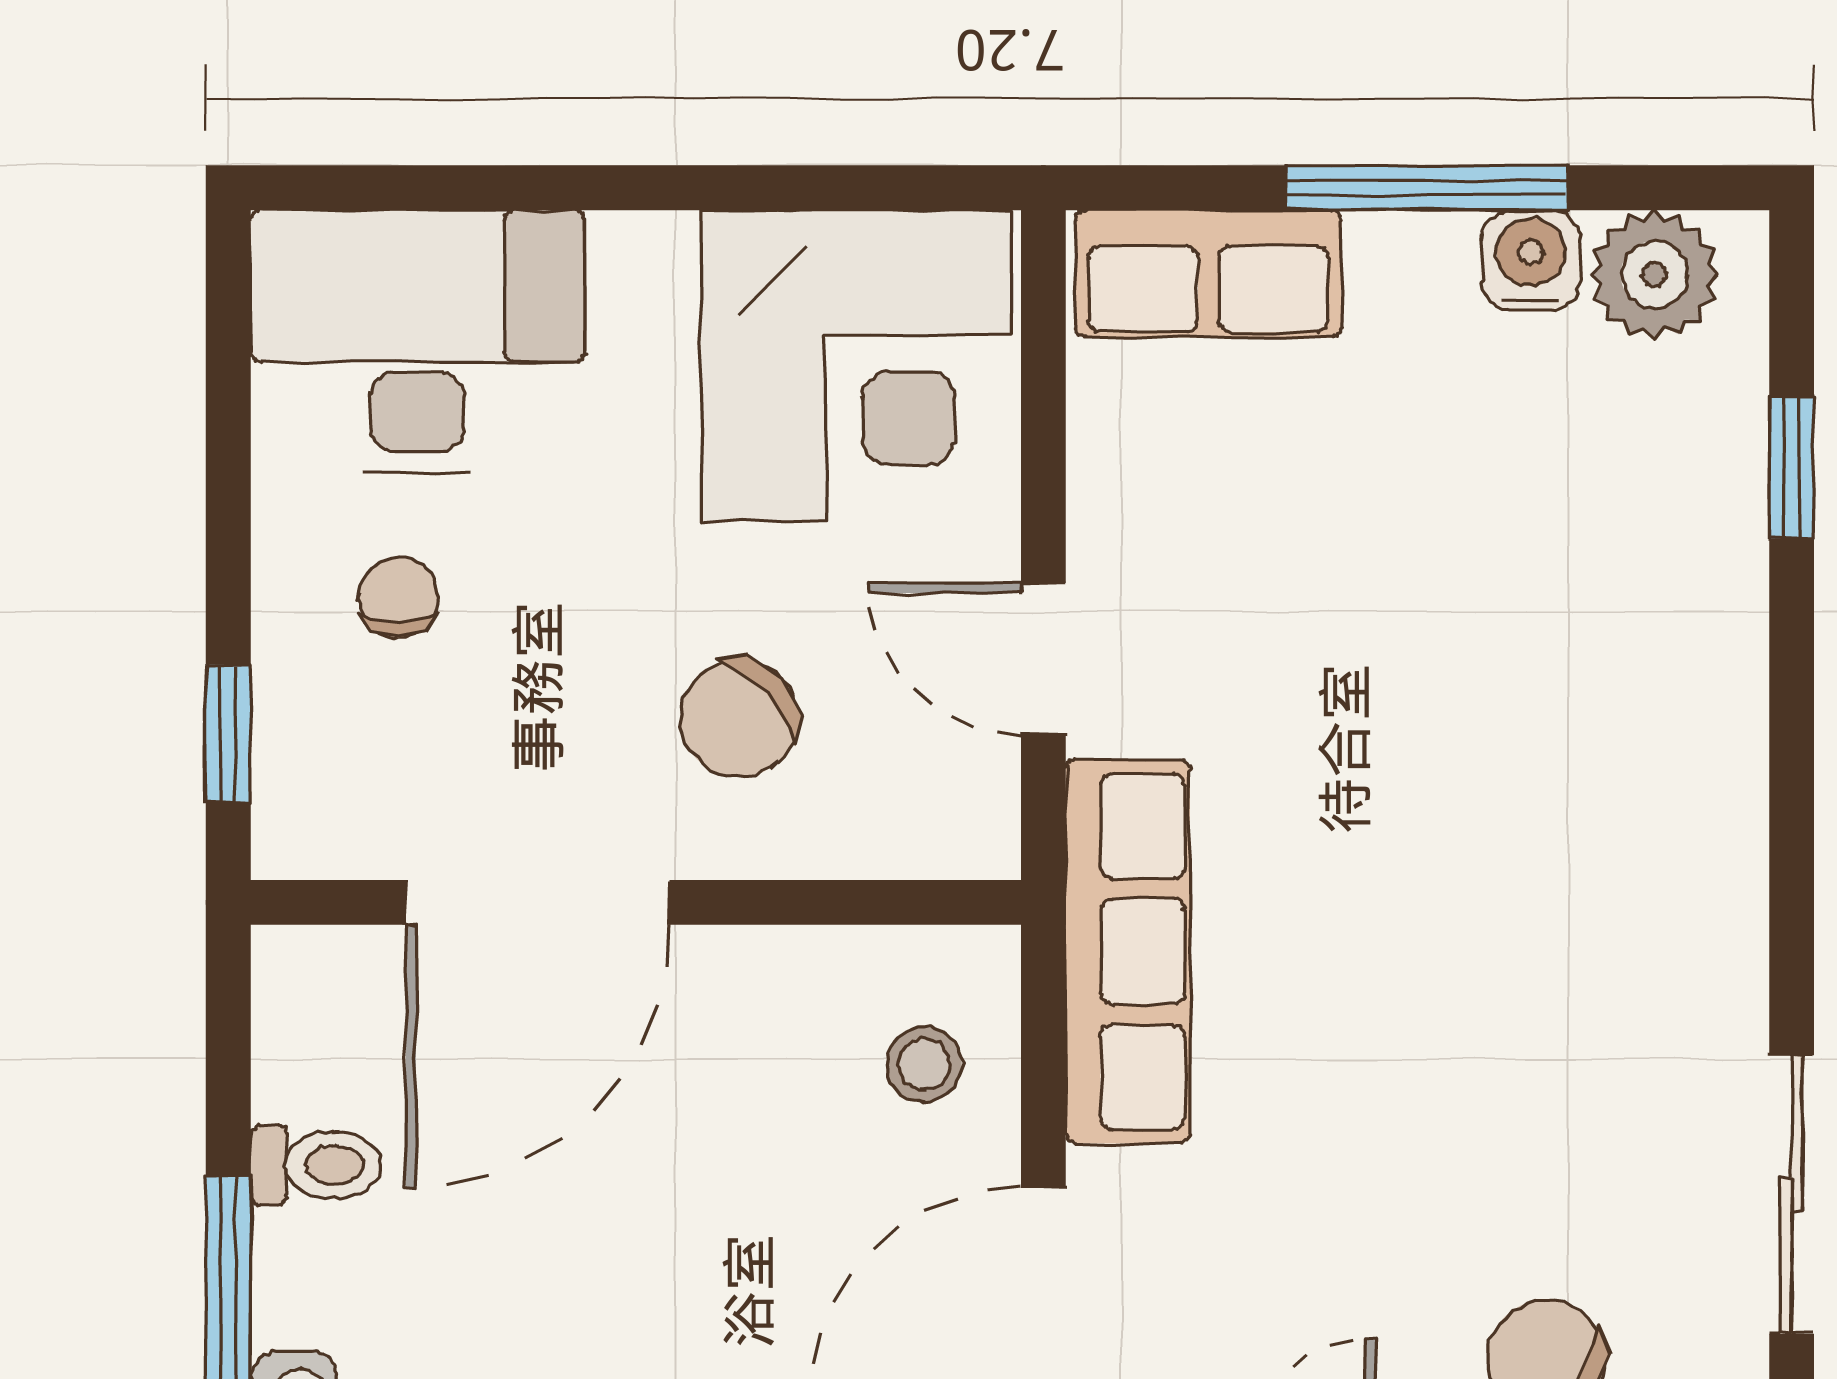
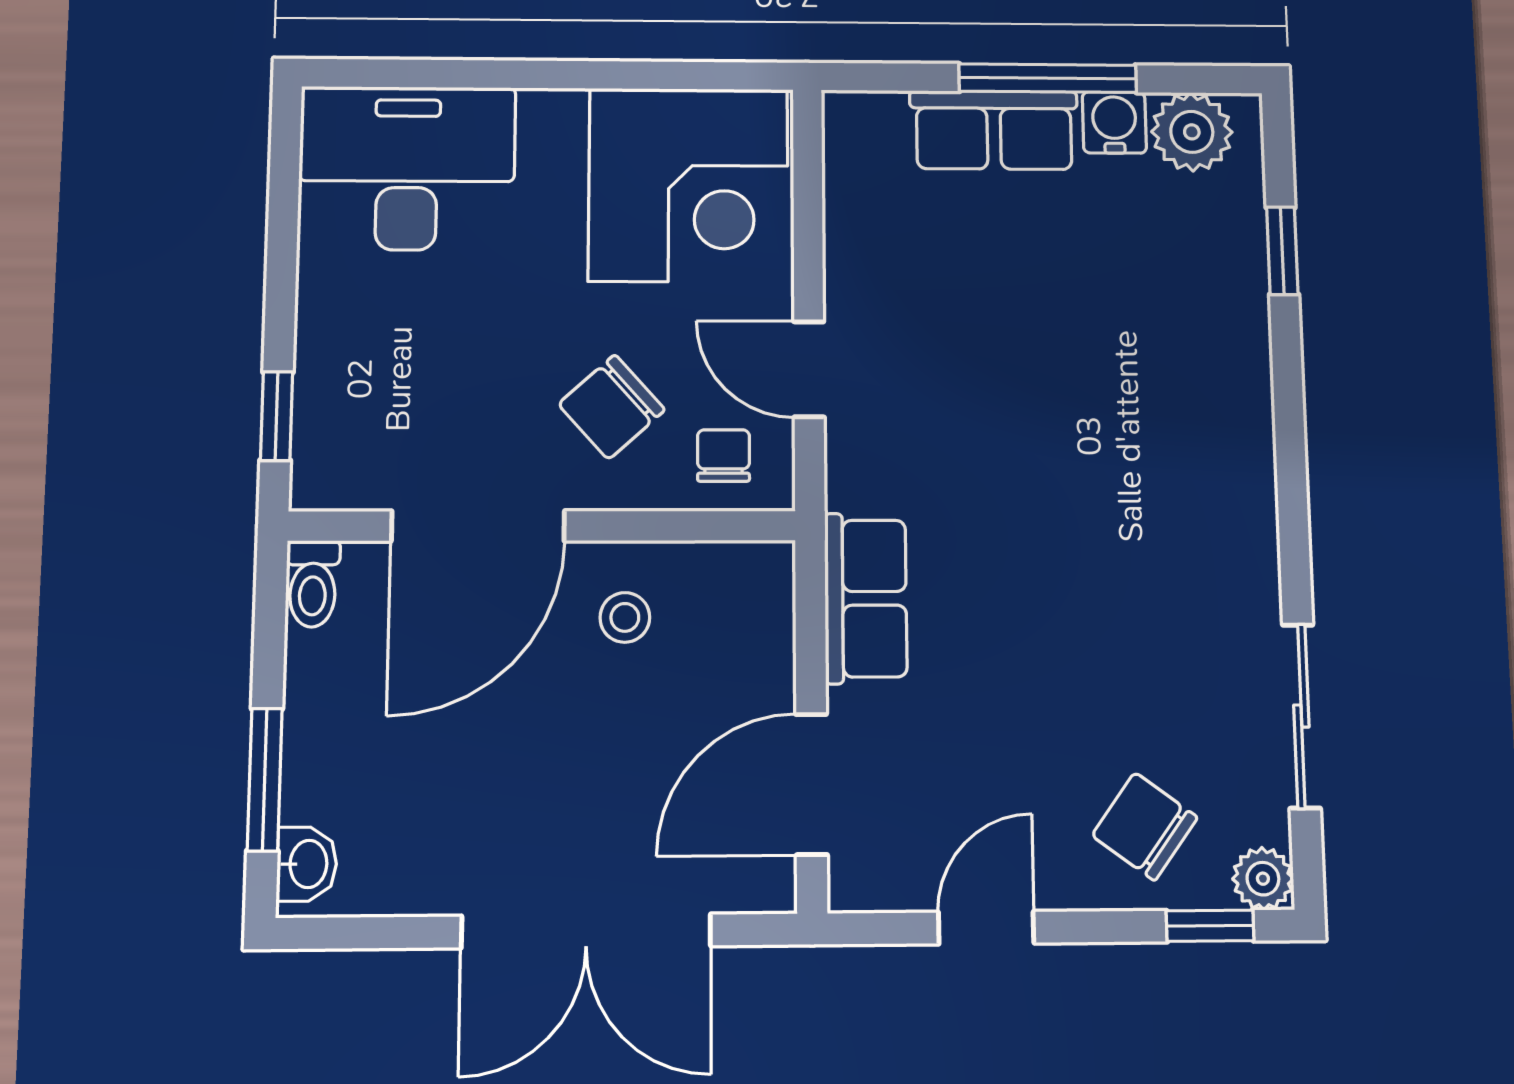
row of seats: (1208, 274) -> (994, 130), moved
chair: (398, 597) -> (724, 456), moved
row of seats: (1128, 952) -> (866, 598), width x0.68
stool: (924, 1065) -> (625, 617), moved
toilet: (316, 1165) -> (313, 584), moved, turned 90

